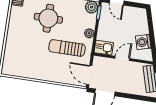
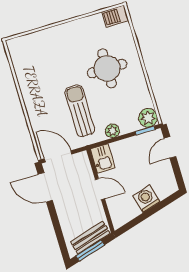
washing machine: (143, 42) -> (146, 199), moved
door: (89, 75) -> (58, 156), hinge flipped

